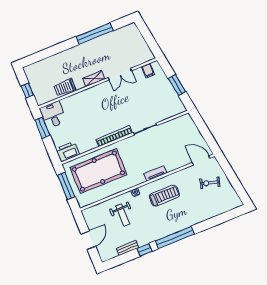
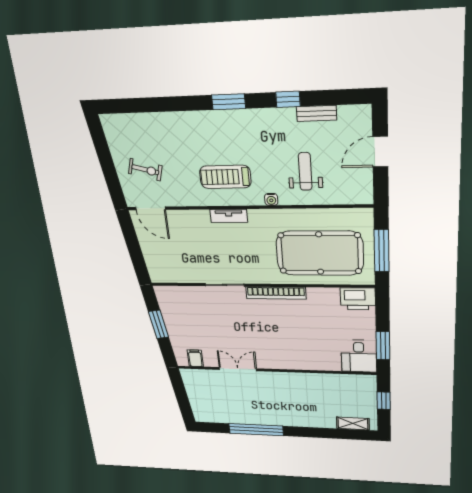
shelving: (94, 79) -> (353, 423), moved
trolley: (65, 87) -> (326, 384), removed
window: (175, 237) -> (229, 102), width x0.47

